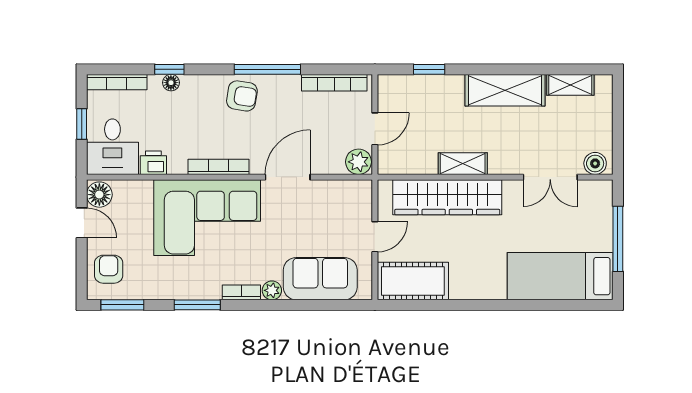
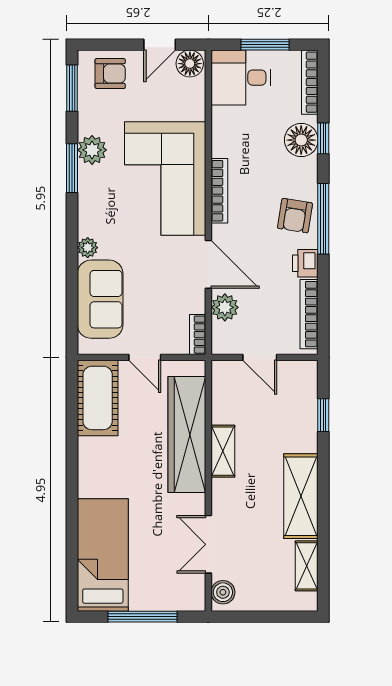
window: (267, 69) -> (323, 219), moved
floor lamp: (171, 83) -> (301, 140), width x1.89, depth x1.89
window: (82, 124) -> (265, 45), width x1.50
plant: (359, 162) -> (225, 307), moved
printer: (153, 163) -> (305, 263), moved, turned 180
plant: (180, 286) -> (92, 150), added
bookcase: (241, 292) -> (198, 335), moved, turned 180

